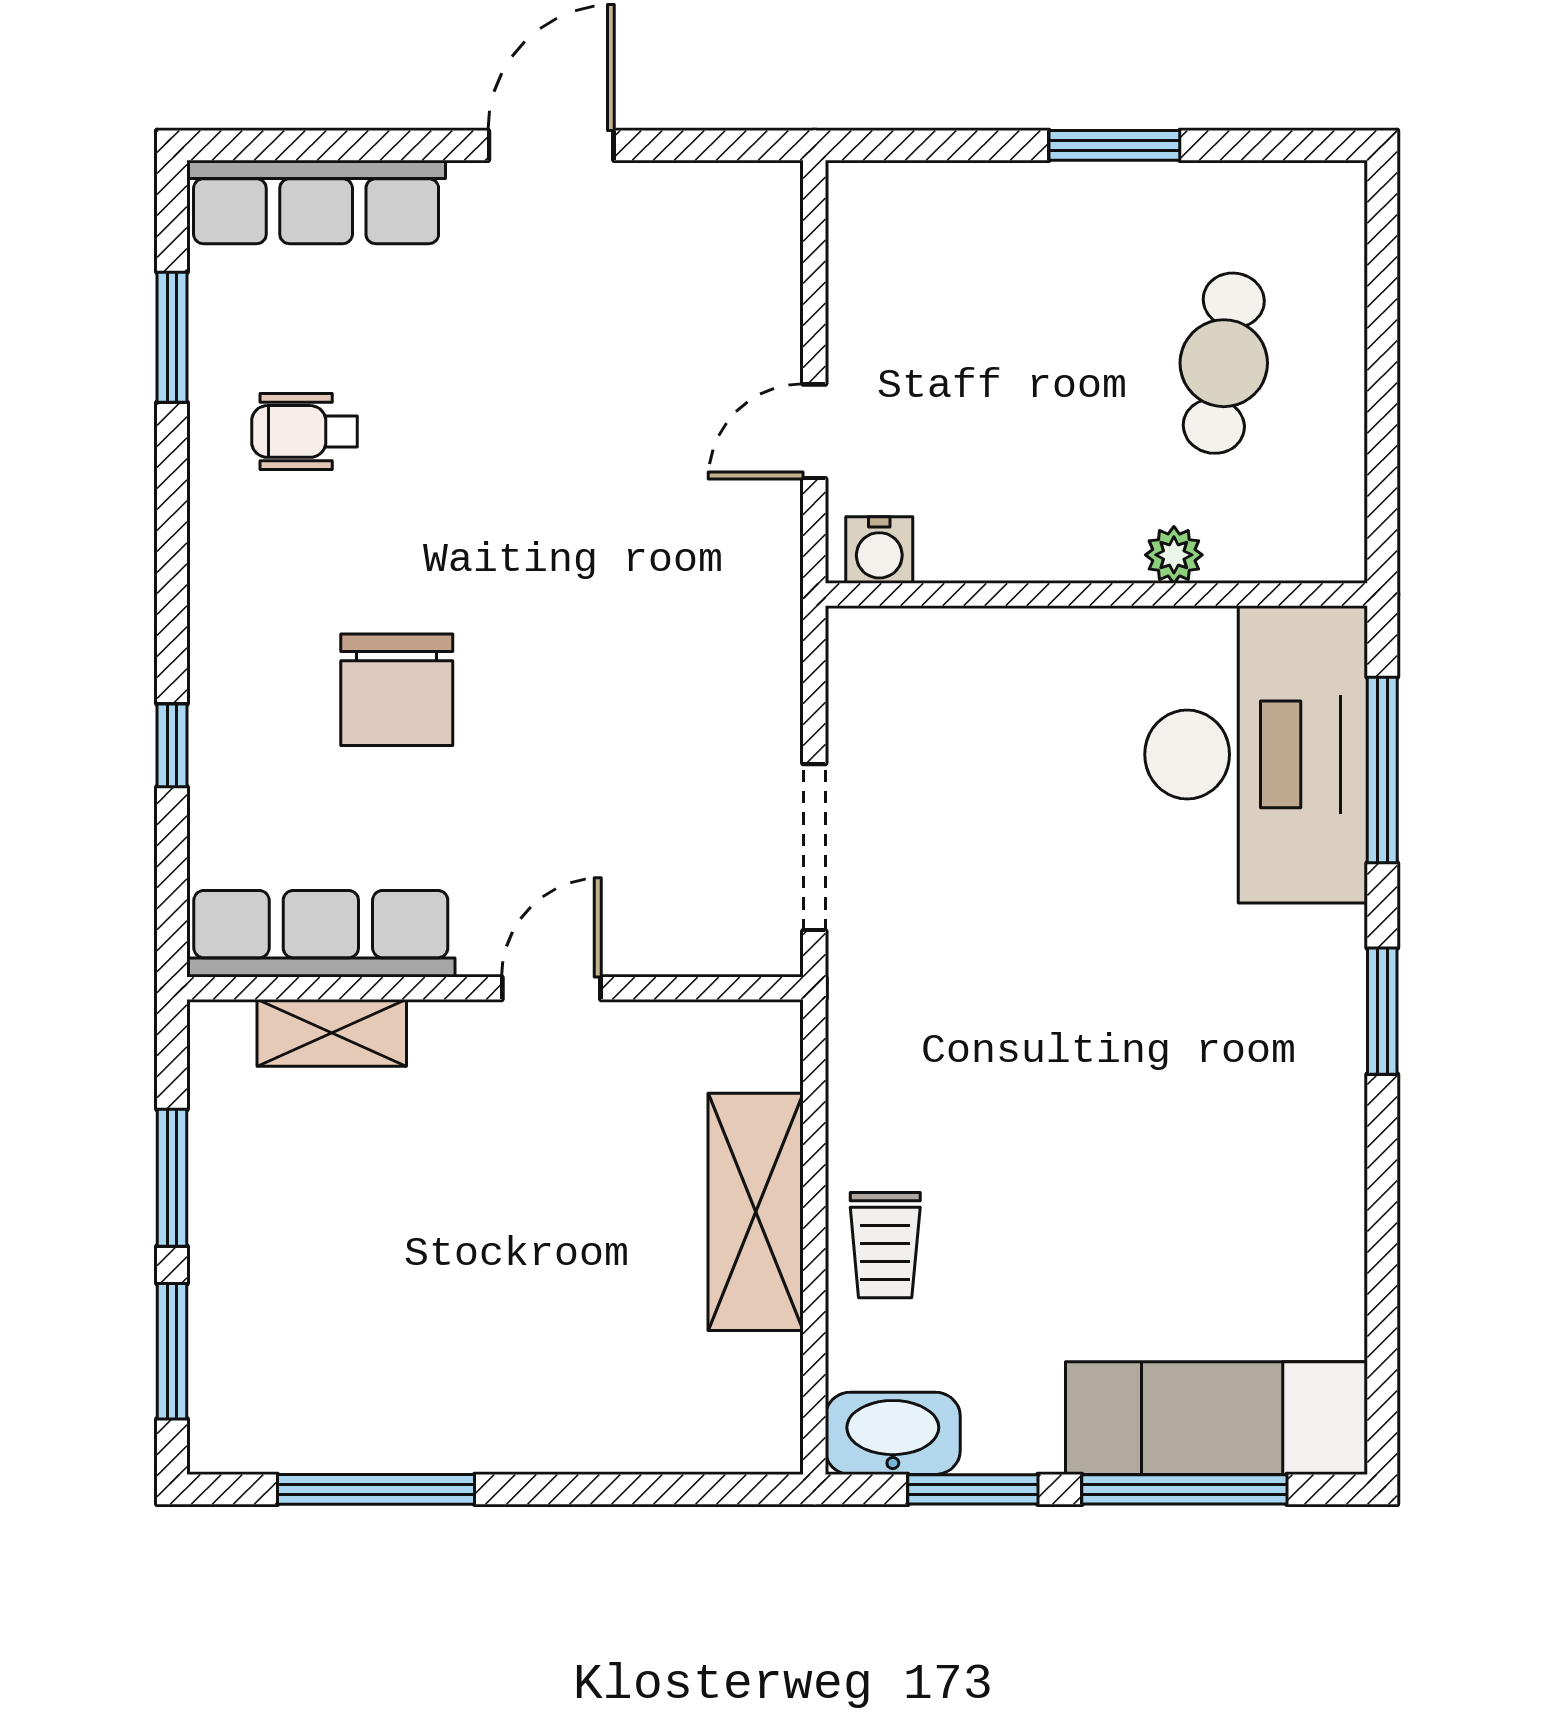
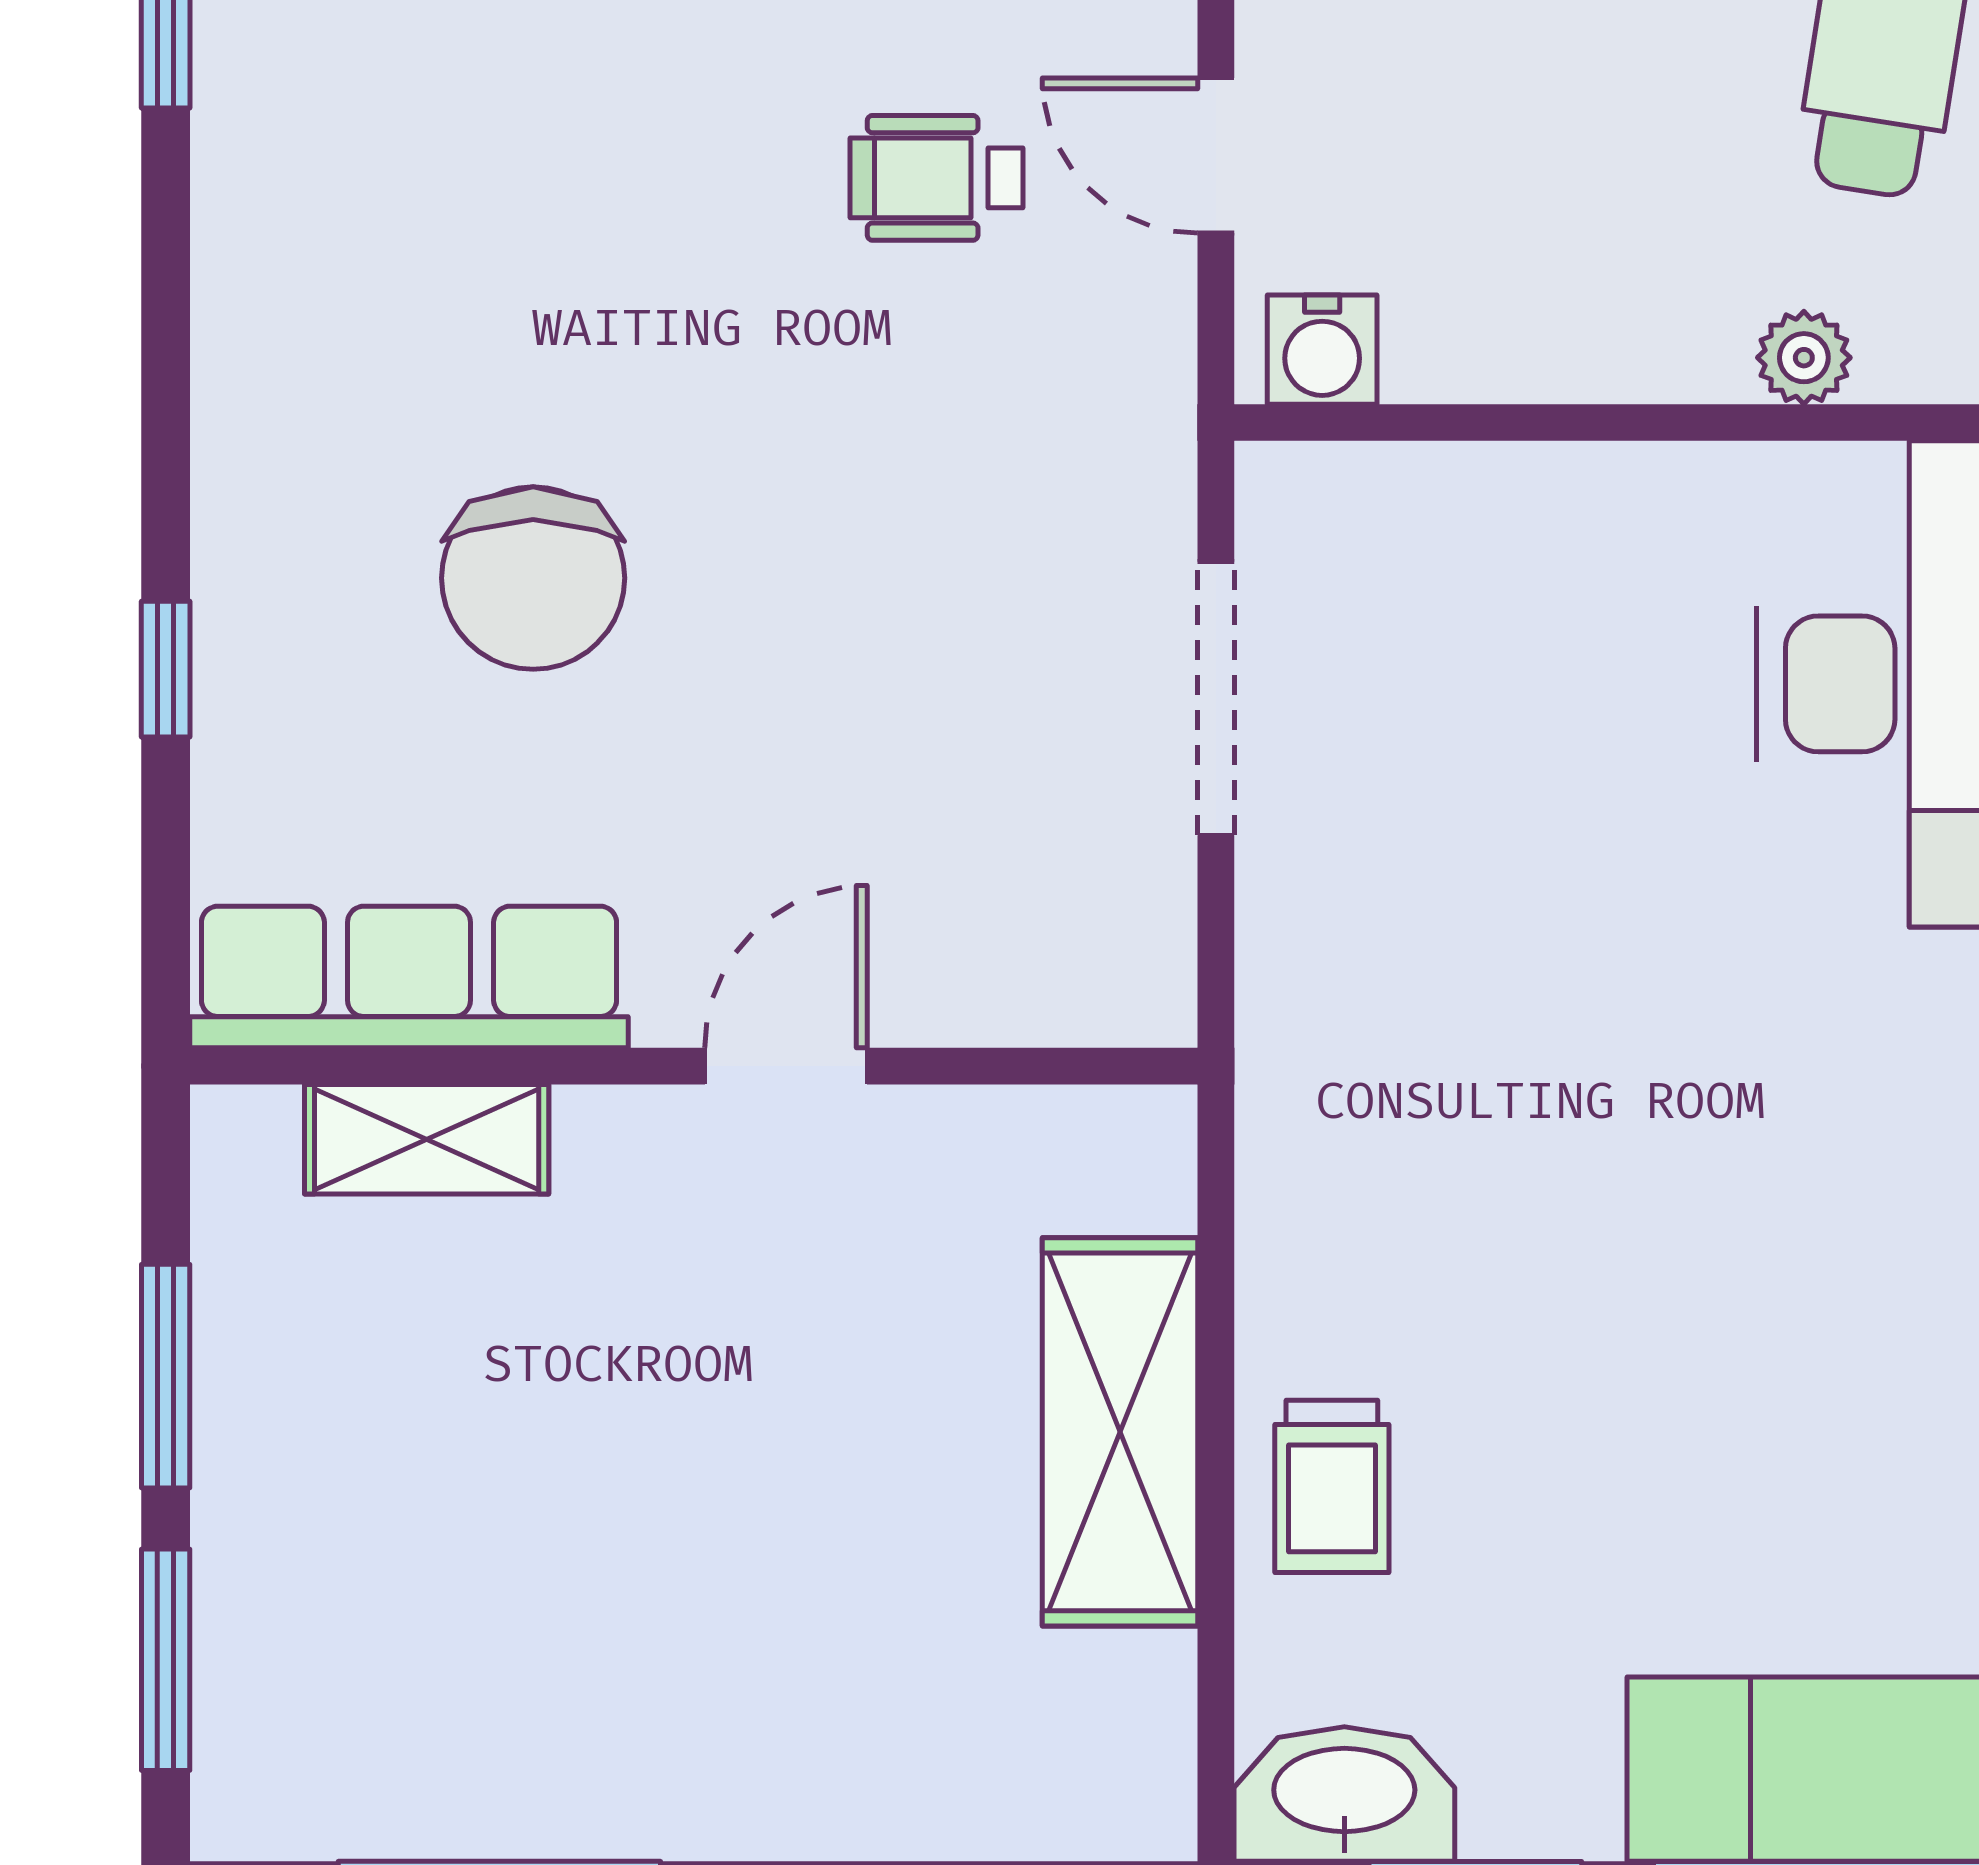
wheelchair: (305, 431) -> (936, 178), moved
door: (814, 431) -> (1216, 156), hinge flipped
doorway: (814, 847) -> (1216, 698), moved

